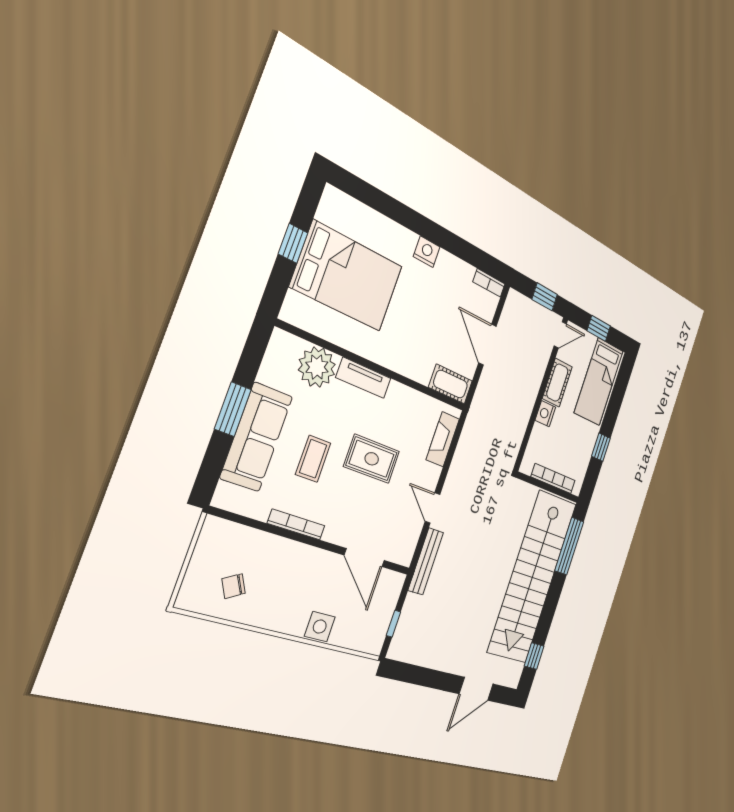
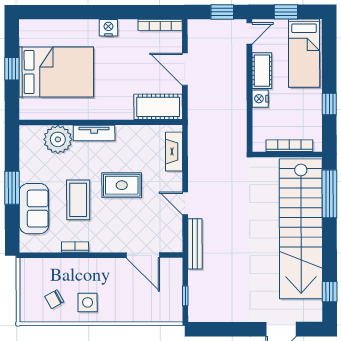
bookcase: (489, 283) -> (160, 25), width x1.56
cot: (450, 384) -> (158, 107), width x1.37, depth x1.34
sofa: (256, 437) -> (34, 209), width x0.73
coffee table: (313, 459) -> (78, 200), width x1.36, depth x1.30
bookcase: (296, 525) -> (75, 247), width x0.64
side table: (320, 627) -> (88, 302), moved

